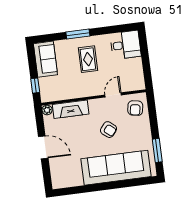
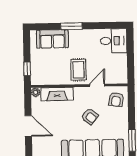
sofa: (45, 59) -> (52, 39), moved, turned 90
rug: (88, 59) -> (78, 70), moved

